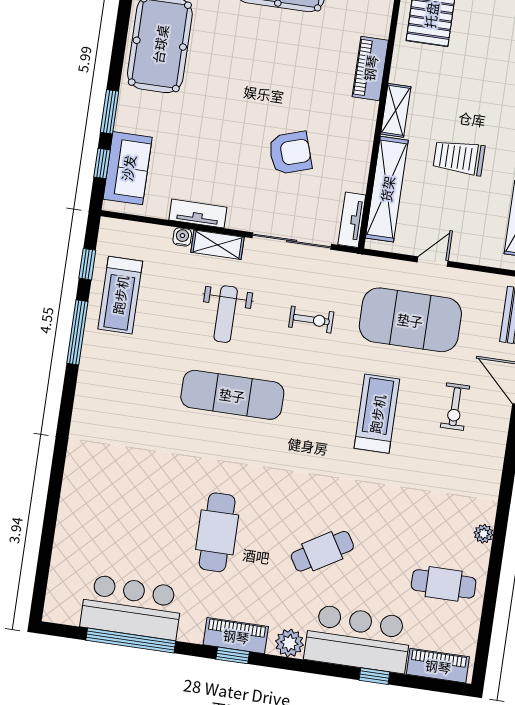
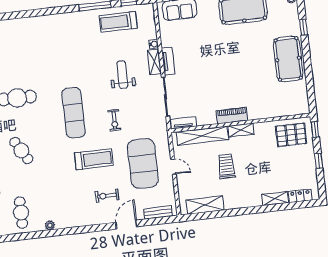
piano: (370, 68) -> (232, 116), moved
armchair: (290, 153) -> (207, 85), removed
tv unit: (198, 214) -> (168, 61), moved
weight bench: (226, 314) -> (122, 75), turned 90
exercise bike: (311, 320) -> (114, 120), moved
exercise mat: (232, 395) -> (74, 113), moved

